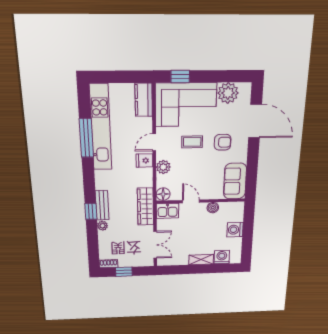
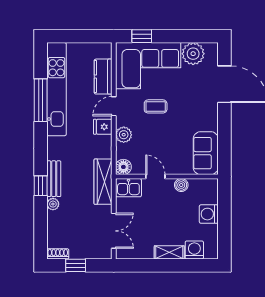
kitchen counter: (144, 100) -> (103, 77), moved
armchair: (223, 142) -> (190, 107), removed

